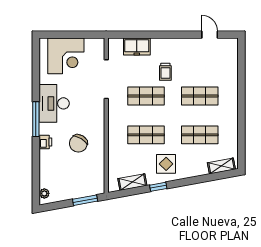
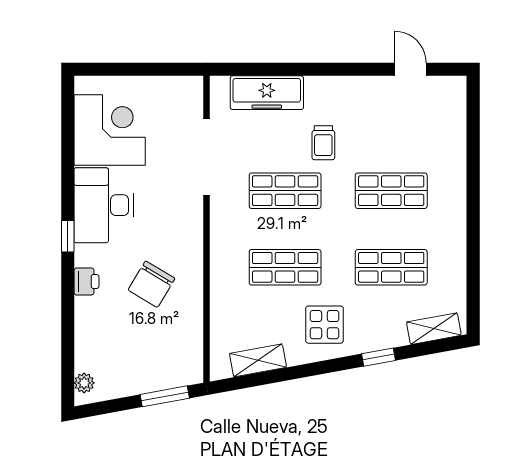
freezer: (137, 46) -> (267, 93), width x1.40
corner desk: (66, 56) -> (110, 130), moved, turned -90
window: (36, 119) -> (68, 236), width x0.46
window: (158, 187) -> (378, 357), moved

